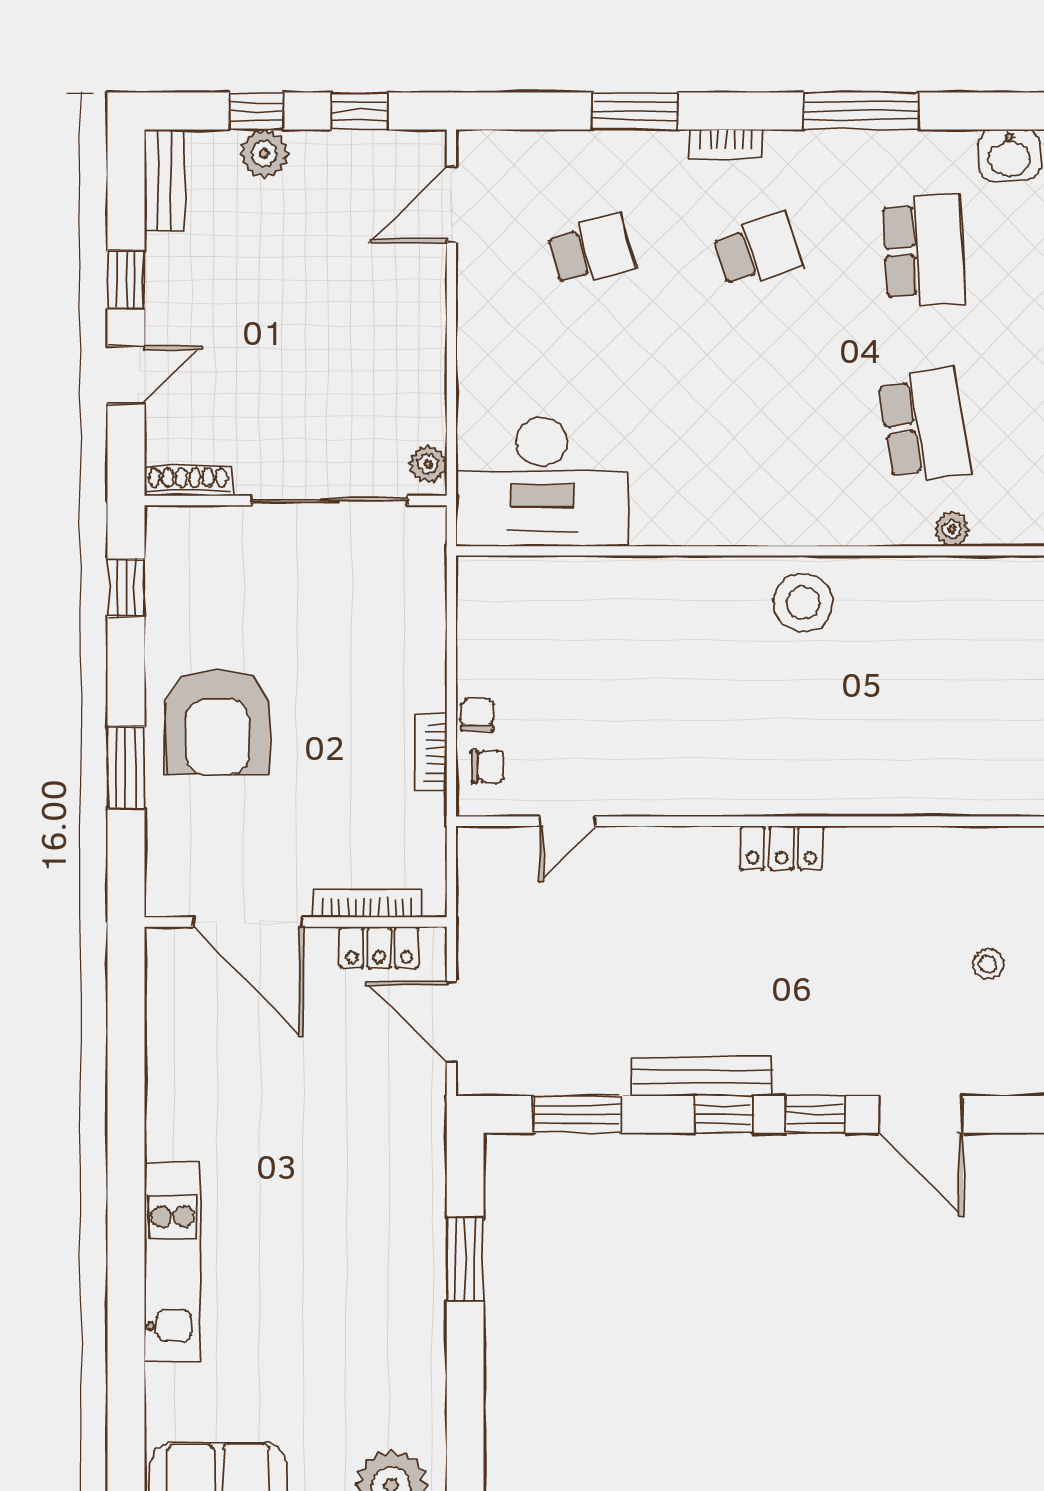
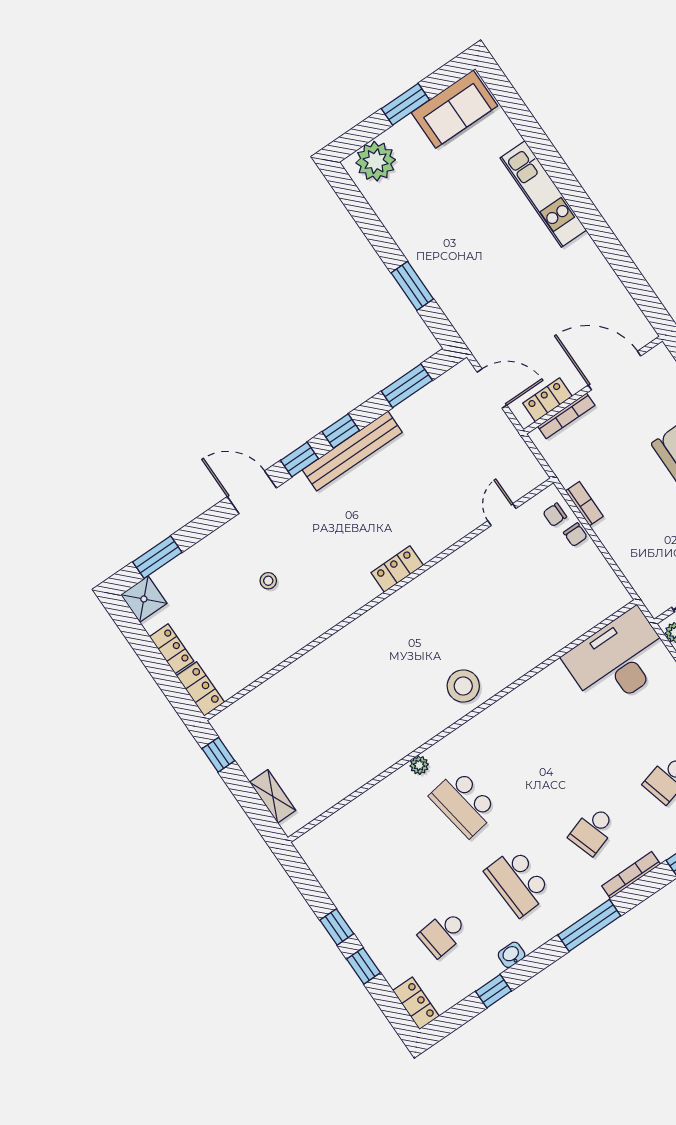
bookcase: (726, 144) -> (631, 875), width x1.56
washbasin: (1009, 155) -> (511, 955), width x0.72, depth x0.69
bench: (702, 1077) -> (352, 451), width x1.37, depth x1.21

